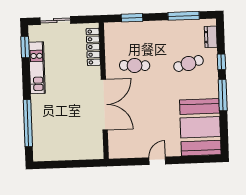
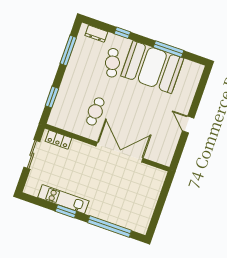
sliding door: (55, 21) -> (32, 154), moved
window: (25, 47) -> (66, 211), moved
locker: (93, 47) -> (58, 140), width x0.66
window: (223, 95) -> (169, 49), moved
booth: (200, 127) -> (152, 67), moved

